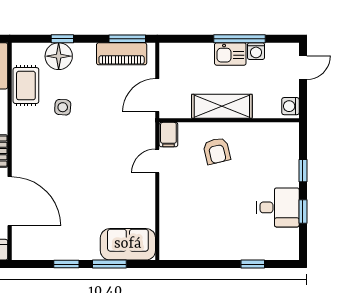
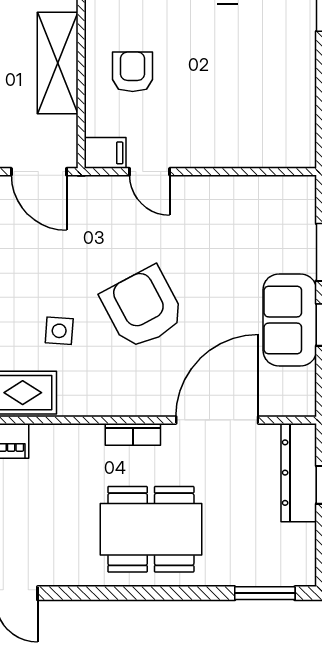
armchair: (217, 151) -> (133, 72), turned -77
armchair: (76, 157) -> (143, 308), added
sofa: (128, 244) -> (290, 320), moved

